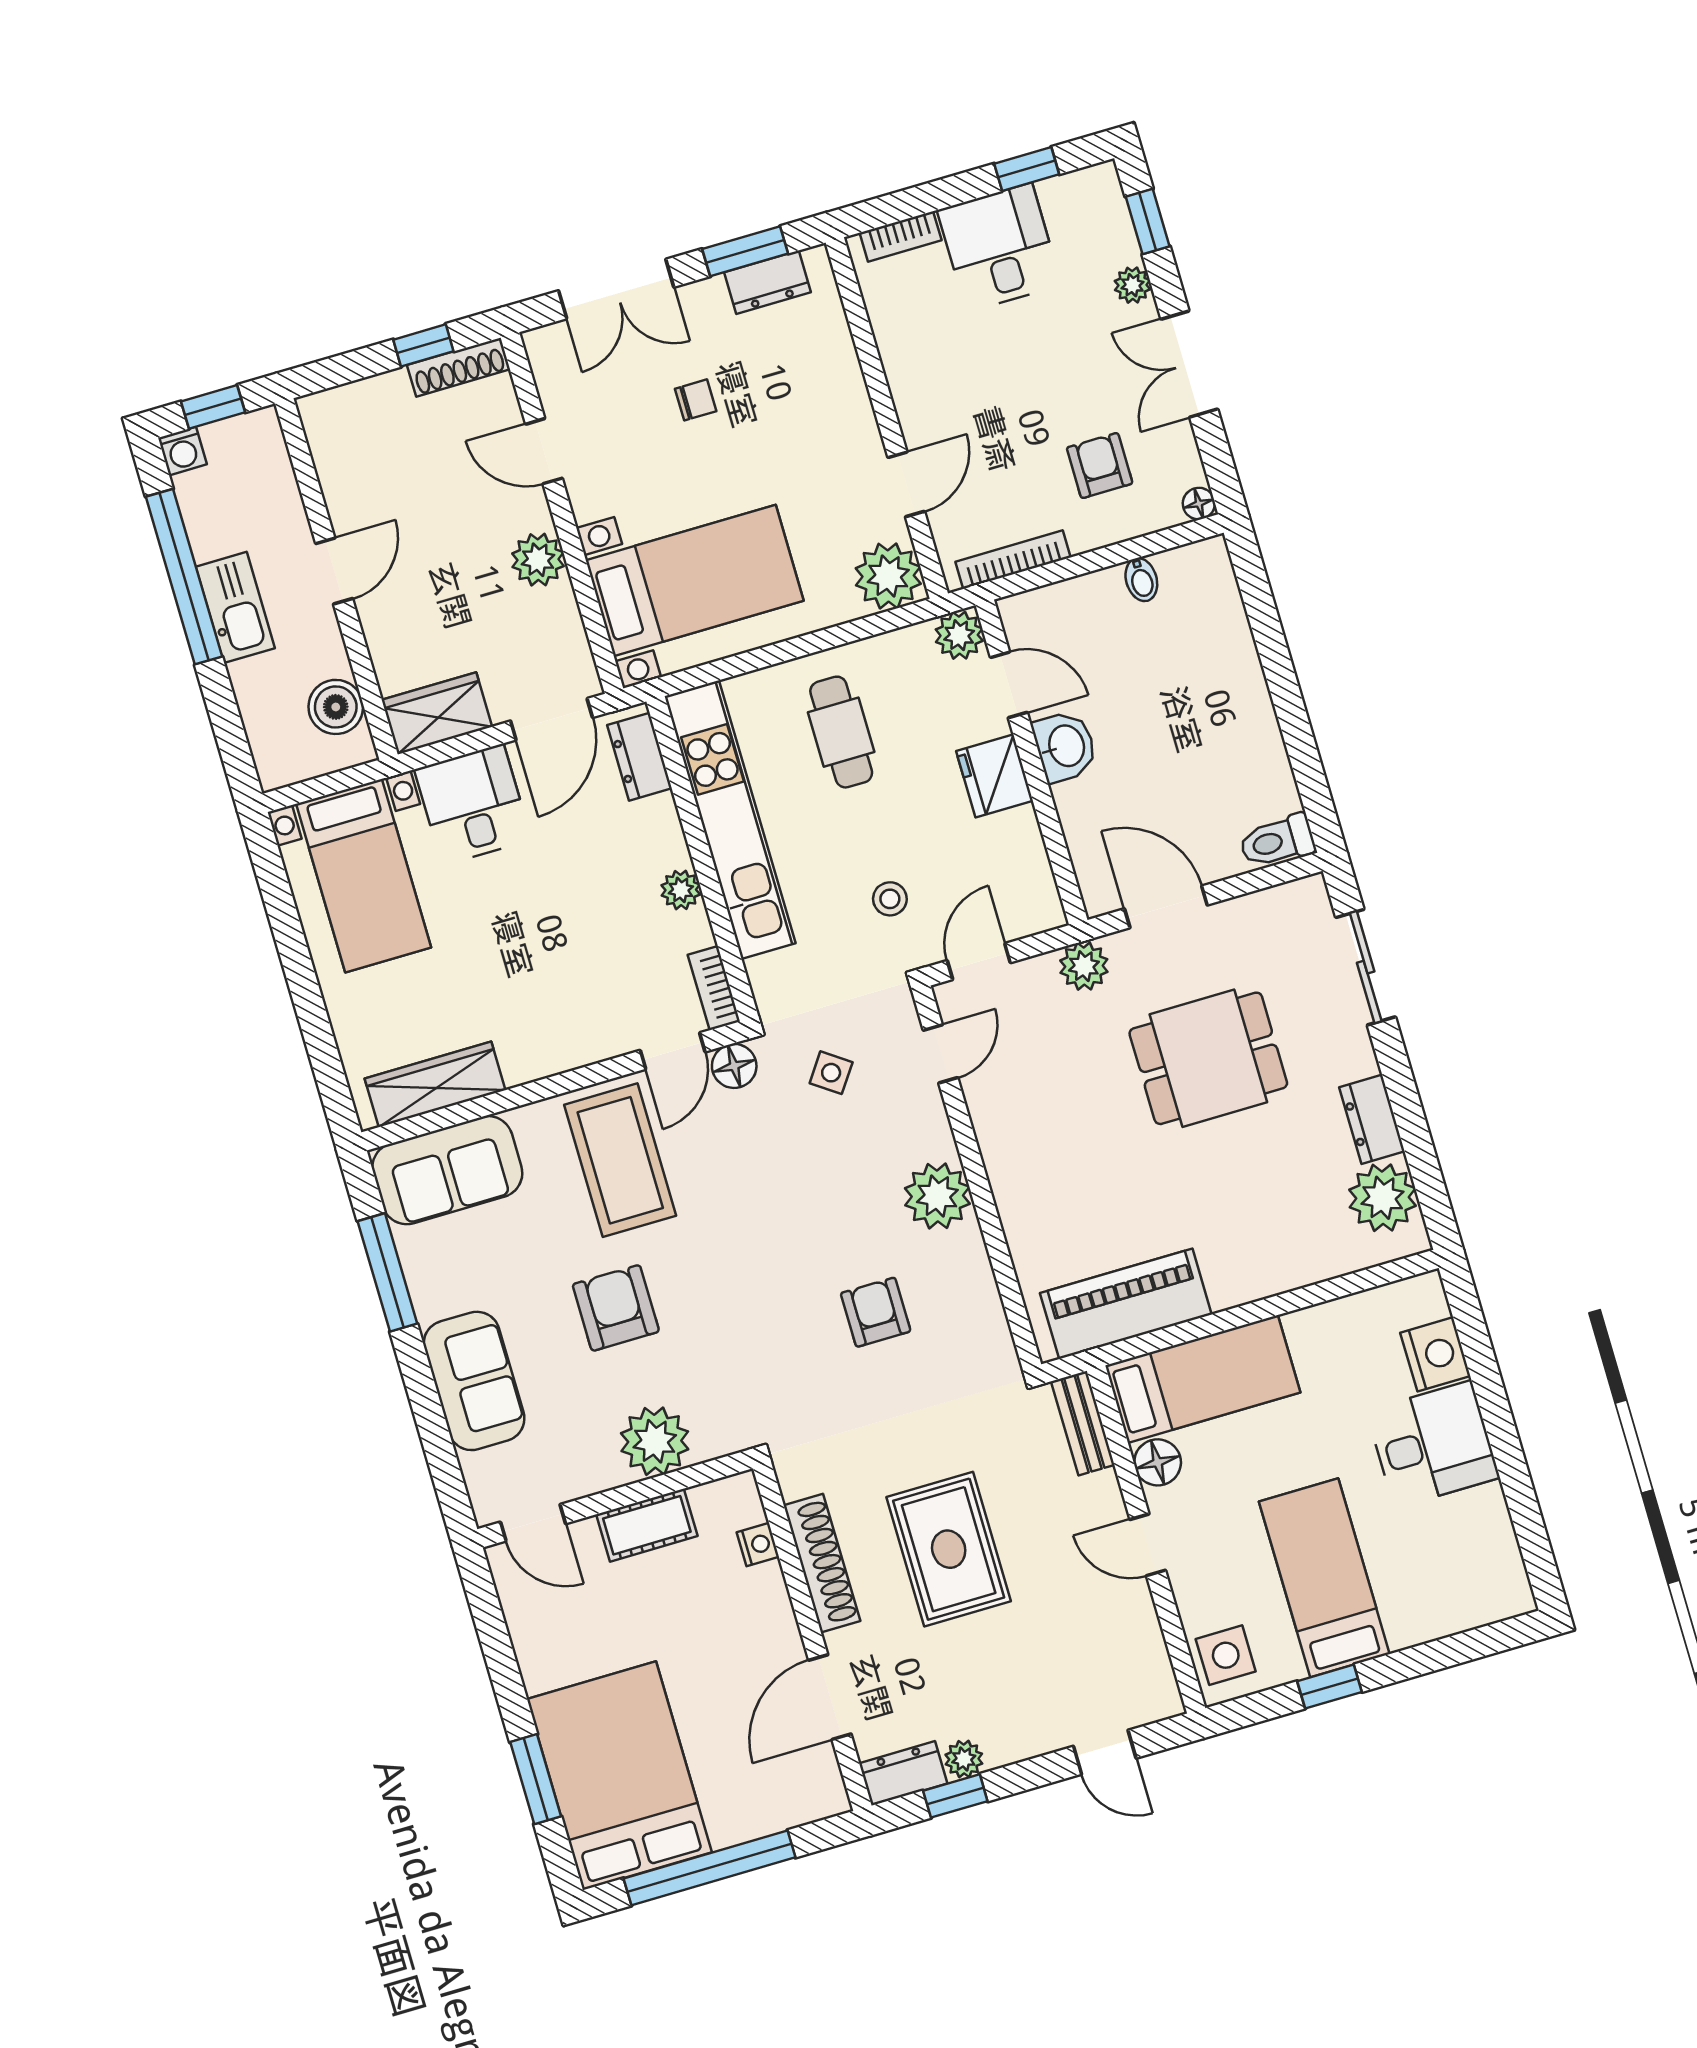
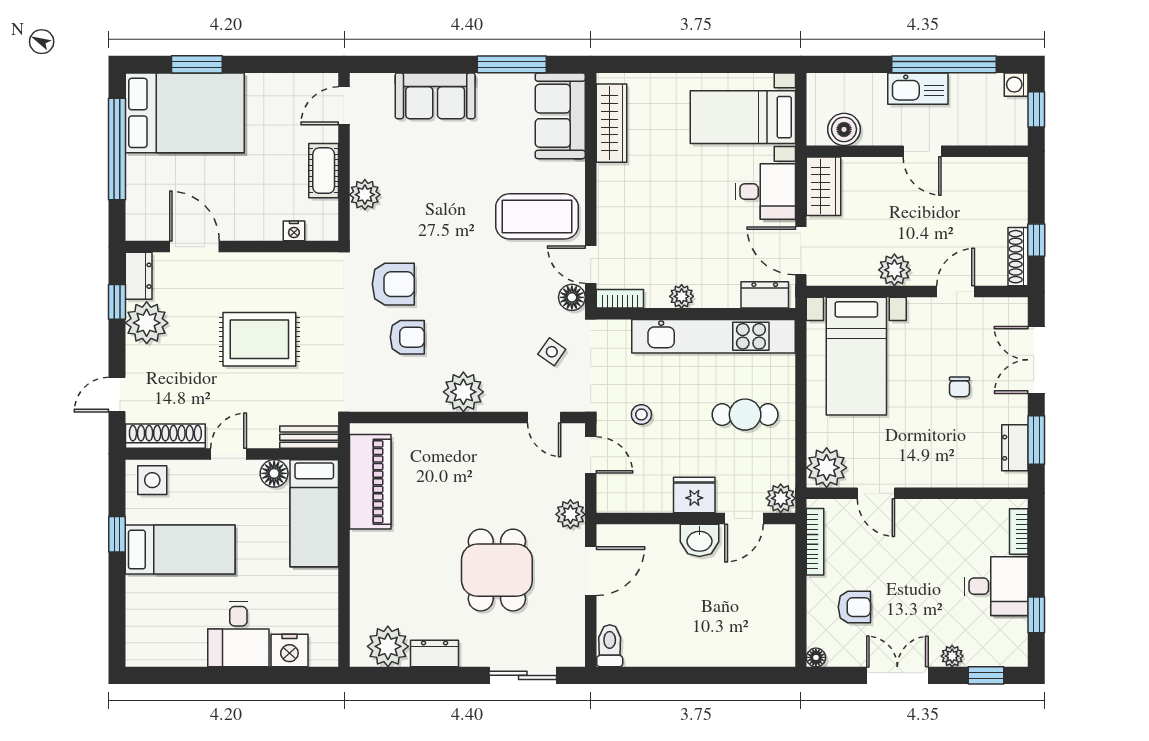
bidet: (1141, 580) -> (782, 612), removed
armchair: (616, 1308) -> (393, 284), moved
plant: (655, 1441) -> (365, 195), width x0.73, depth x0.73
shoe rack: (822, 1563) -> (165, 436), moved, turned 180
plant: (964, 1759) -> (147, 323), width x1.88, depth x1.88

